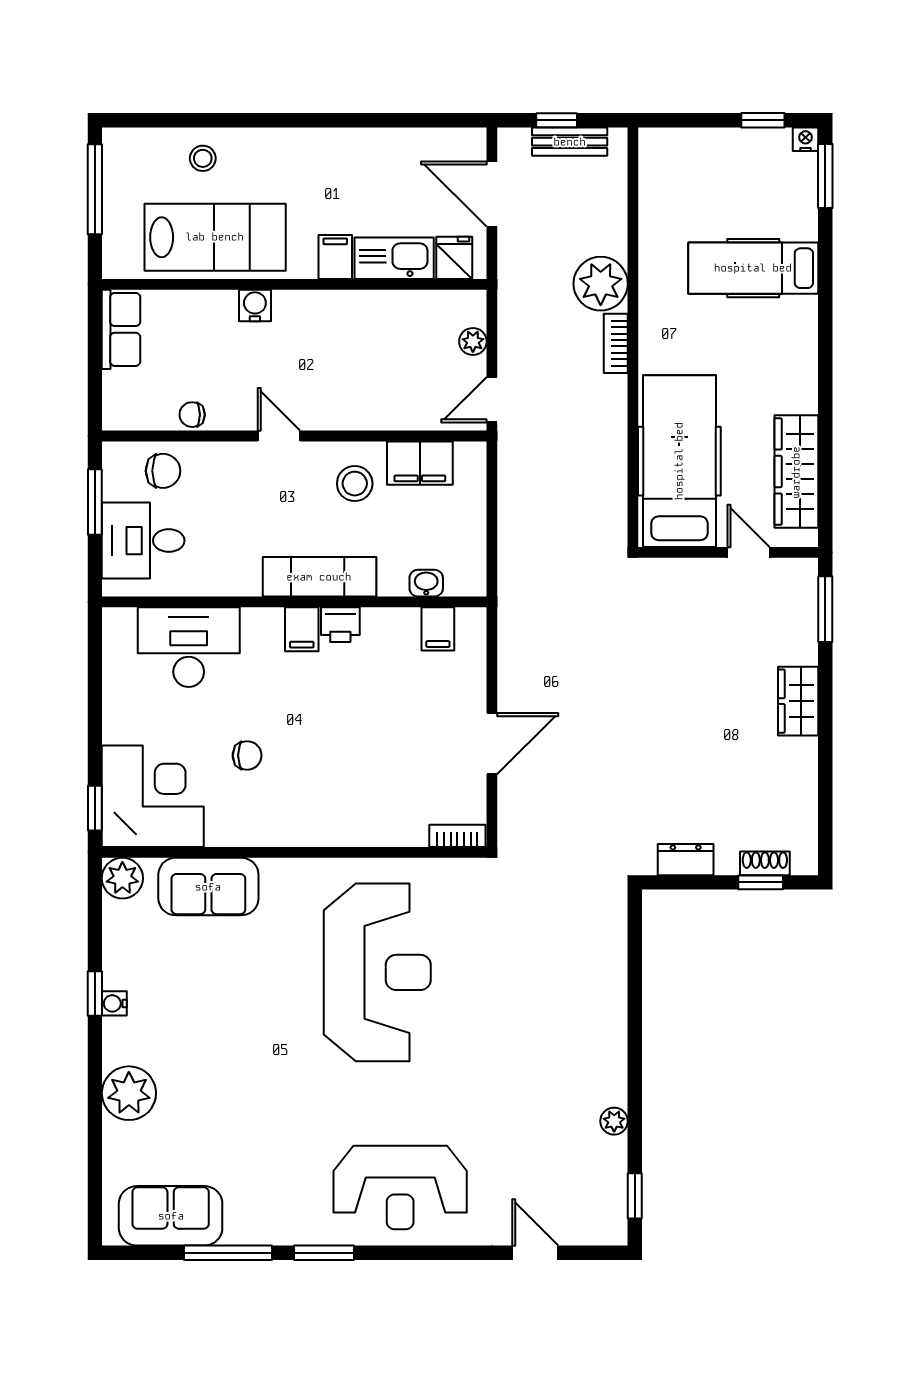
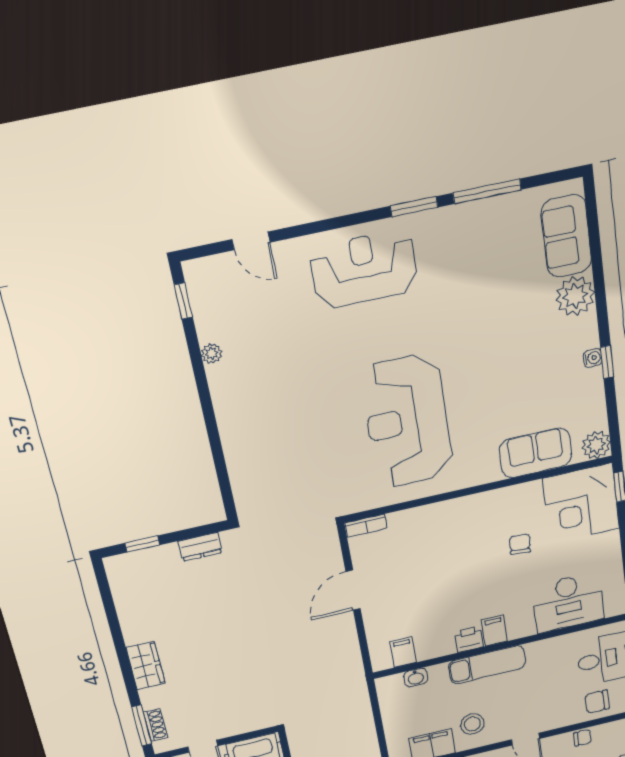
chair: (247, 755) -> (520, 544), turned 95
shoe rack: (765, 863) -> (155, 725), moved, turned -90
sofa: (171, 1216) -> (566, 236), moved, turned 90

